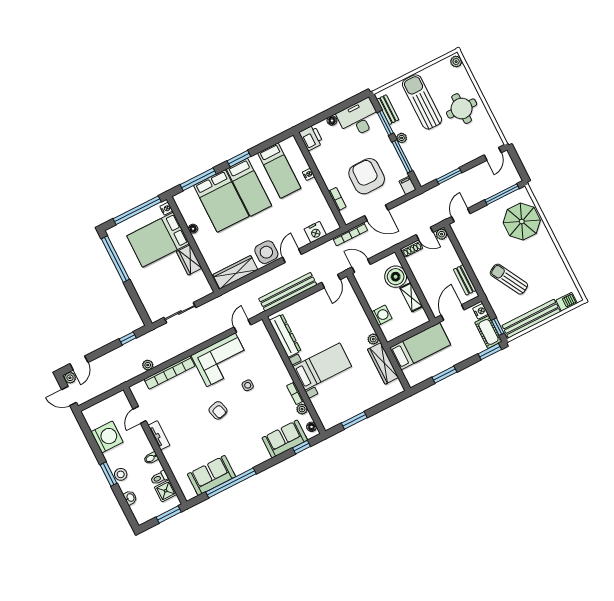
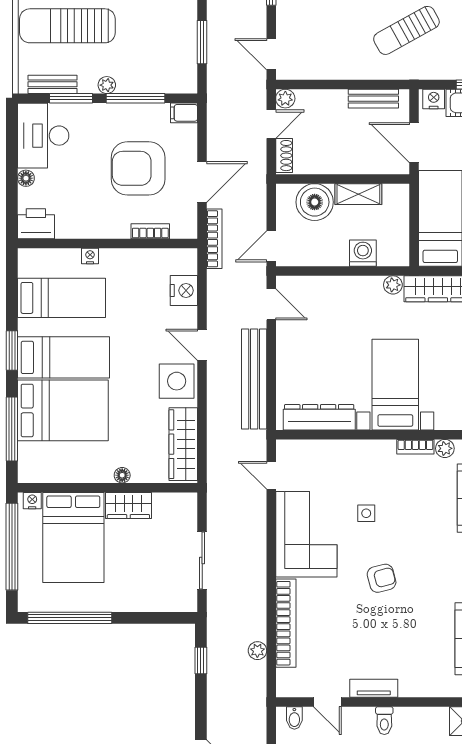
floor lamp: (193, 229) -> (122, 475), moved
bidet: (151, 458) -> (294, 718), moved
toilet: (159, 478) -> (384, 721), moved

